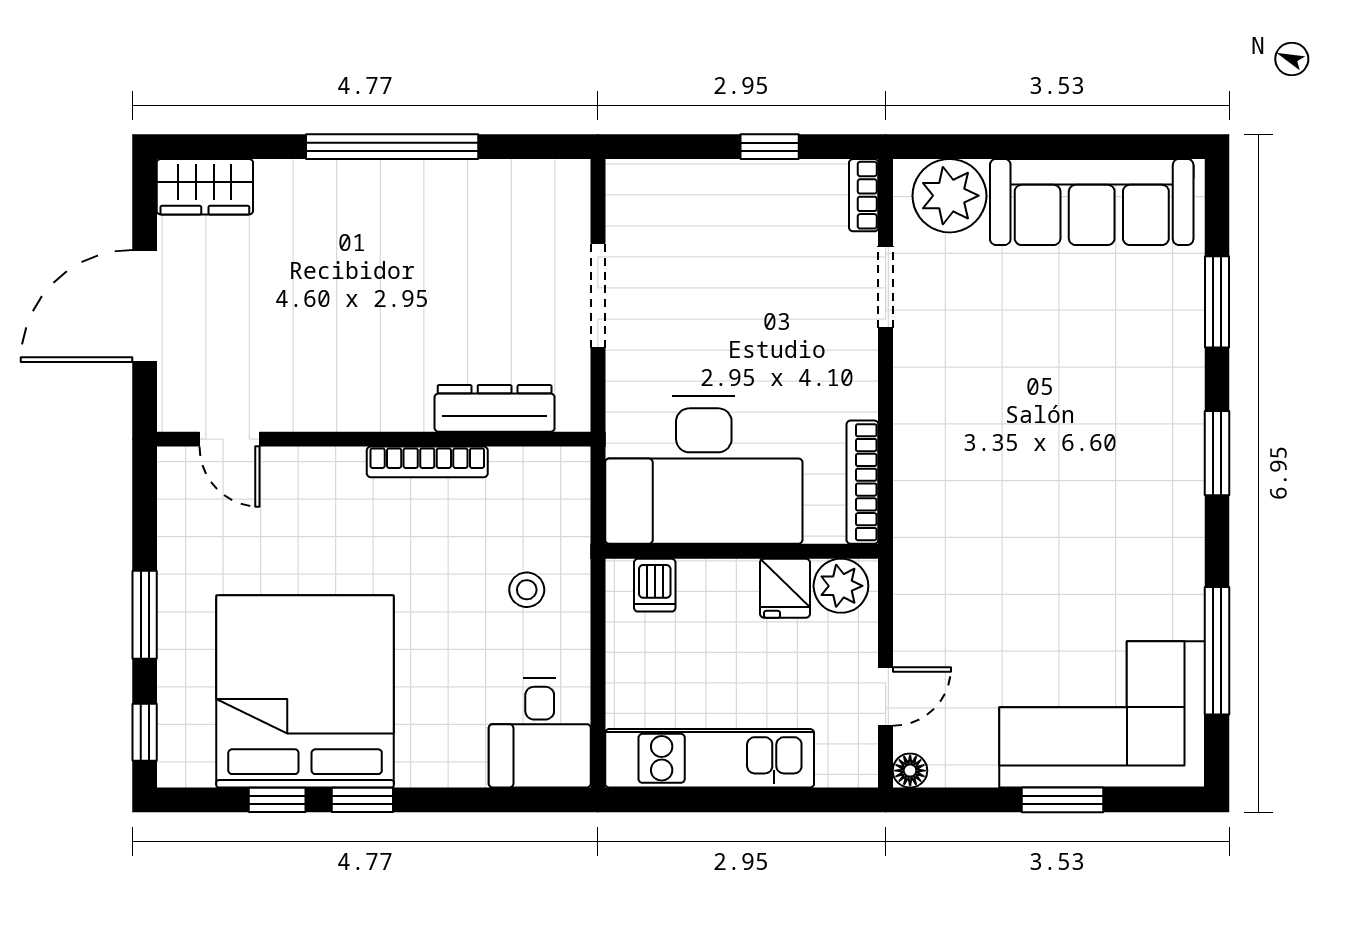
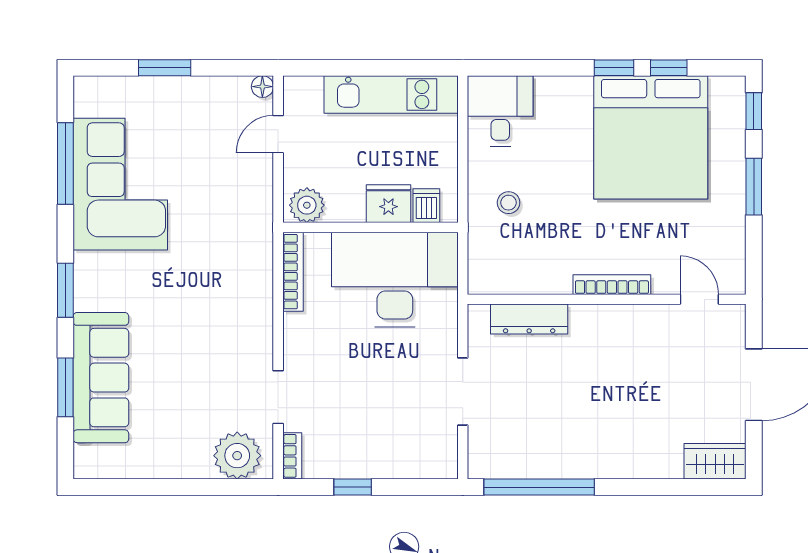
window: (392, 147) -> (539, 487), moved
sofa: (1092, 202) -> (101, 378), moved, turned 90
bookcase: (427, 462) -> (612, 285), moved
fridge: (785, 588) -> (388, 204), moved, width x1.38
corner sofa: (1102, 714) -> (120, 184), moved, turned -90

